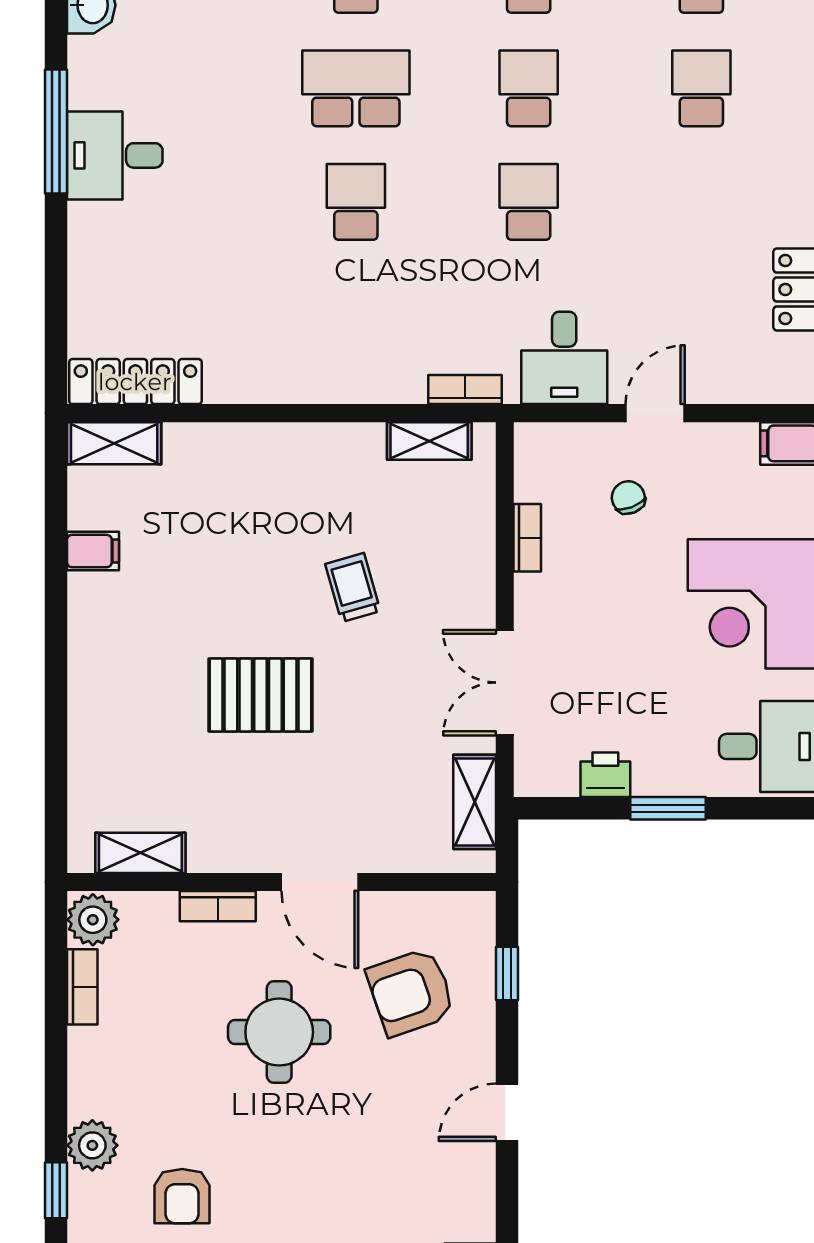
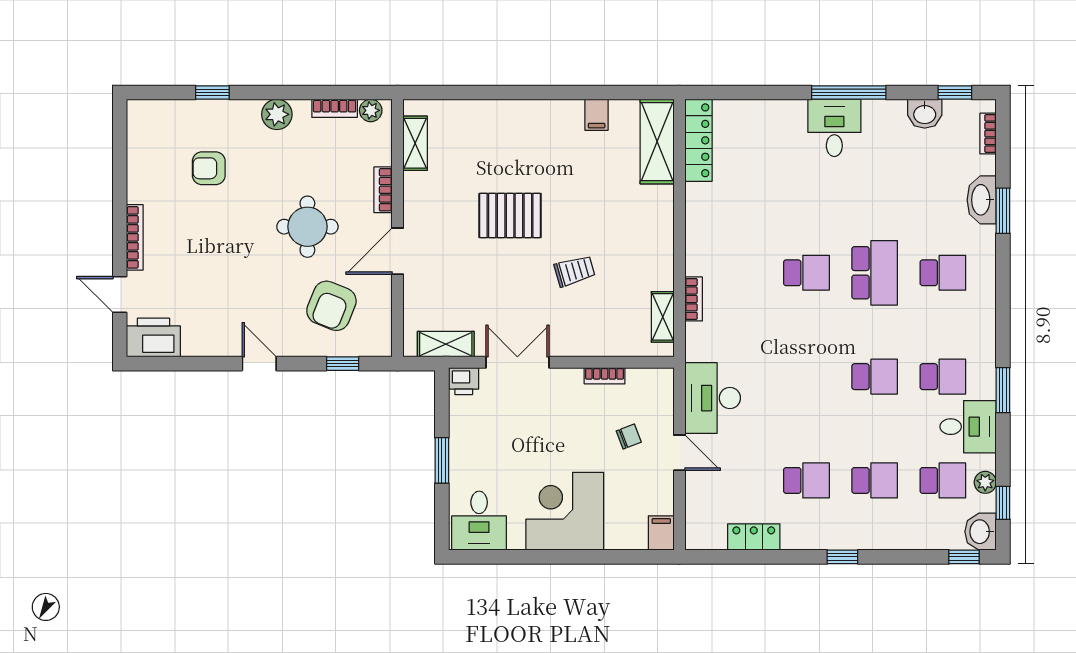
school desk: (529, 202) -> (806, 480), moved
desk: (564, 358) -> (713, 398), width x1.37
bookcase: (465, 390) -> (694, 299), moved
shelving: (114, 443) -> (657, 142), width x1.50, depth x1.33
pallet: (261, 695) -> (510, 215), turned 90
printer: (605, 775) -> (464, 381), moved, turned 90
plant: (93, 920) -> (371, 110), width x0.73, depth x0.73
armchair: (411, 992) -> (331, 306), turned -139
plant: (92, 1145) -> (277, 114), moved

